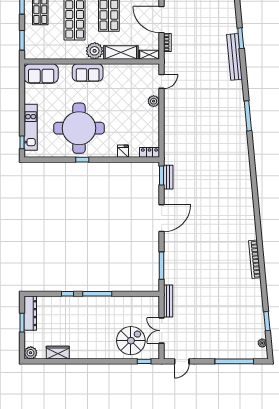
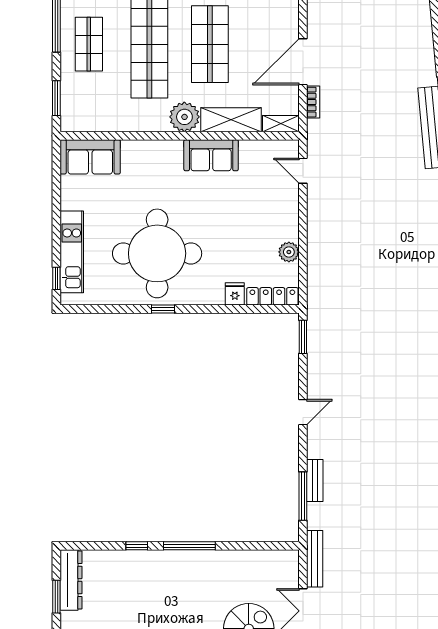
door: (162, 20) -> (303, 62), hinge flipped
sofa: (88, 73) -> (211, 155), moved
door: (162, 81) -> (303, 171), swing flipped
plant: (154, 101) -> (289, 252), moved
locker: (149, 152) -> (272, 296), width x1.53
bench: (168, 177) -> (315, 481), moved
door: (162, 218) -> (303, 412), width x0.53

